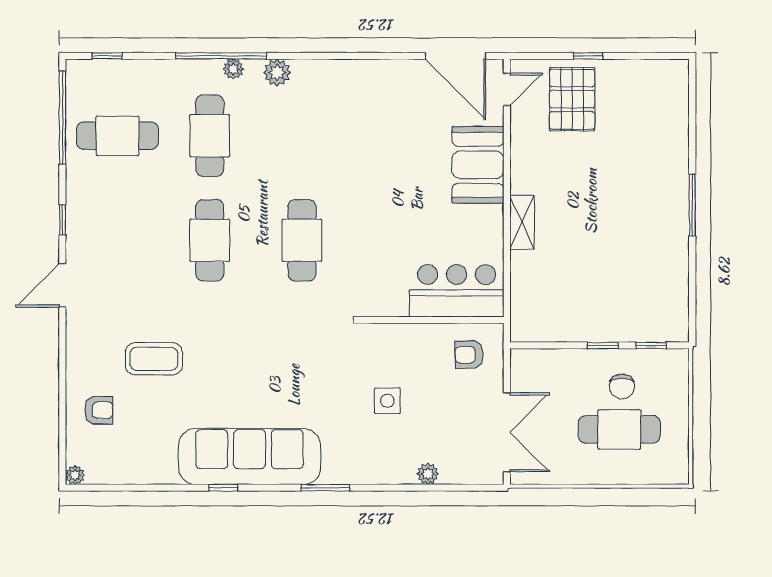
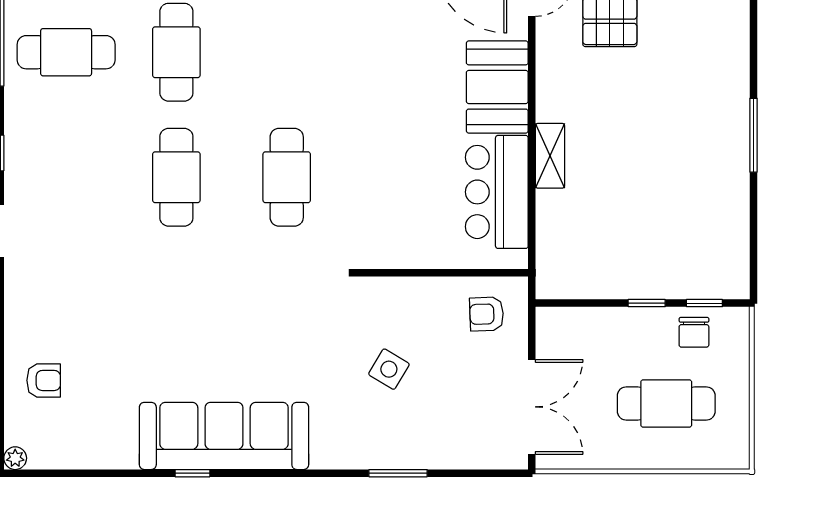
bar counter: (457, 291) -> (497, 192), moved, turned -90
coffee table: (154, 359) -> (110, 319), removed
chair: (622, 387) -> (694, 332), moved
side table: (387, 401) -> (389, 369), turned 31
plant: (428, 474) -> (437, 457), removed
window: (325, 488) -> (398, 473), moved

